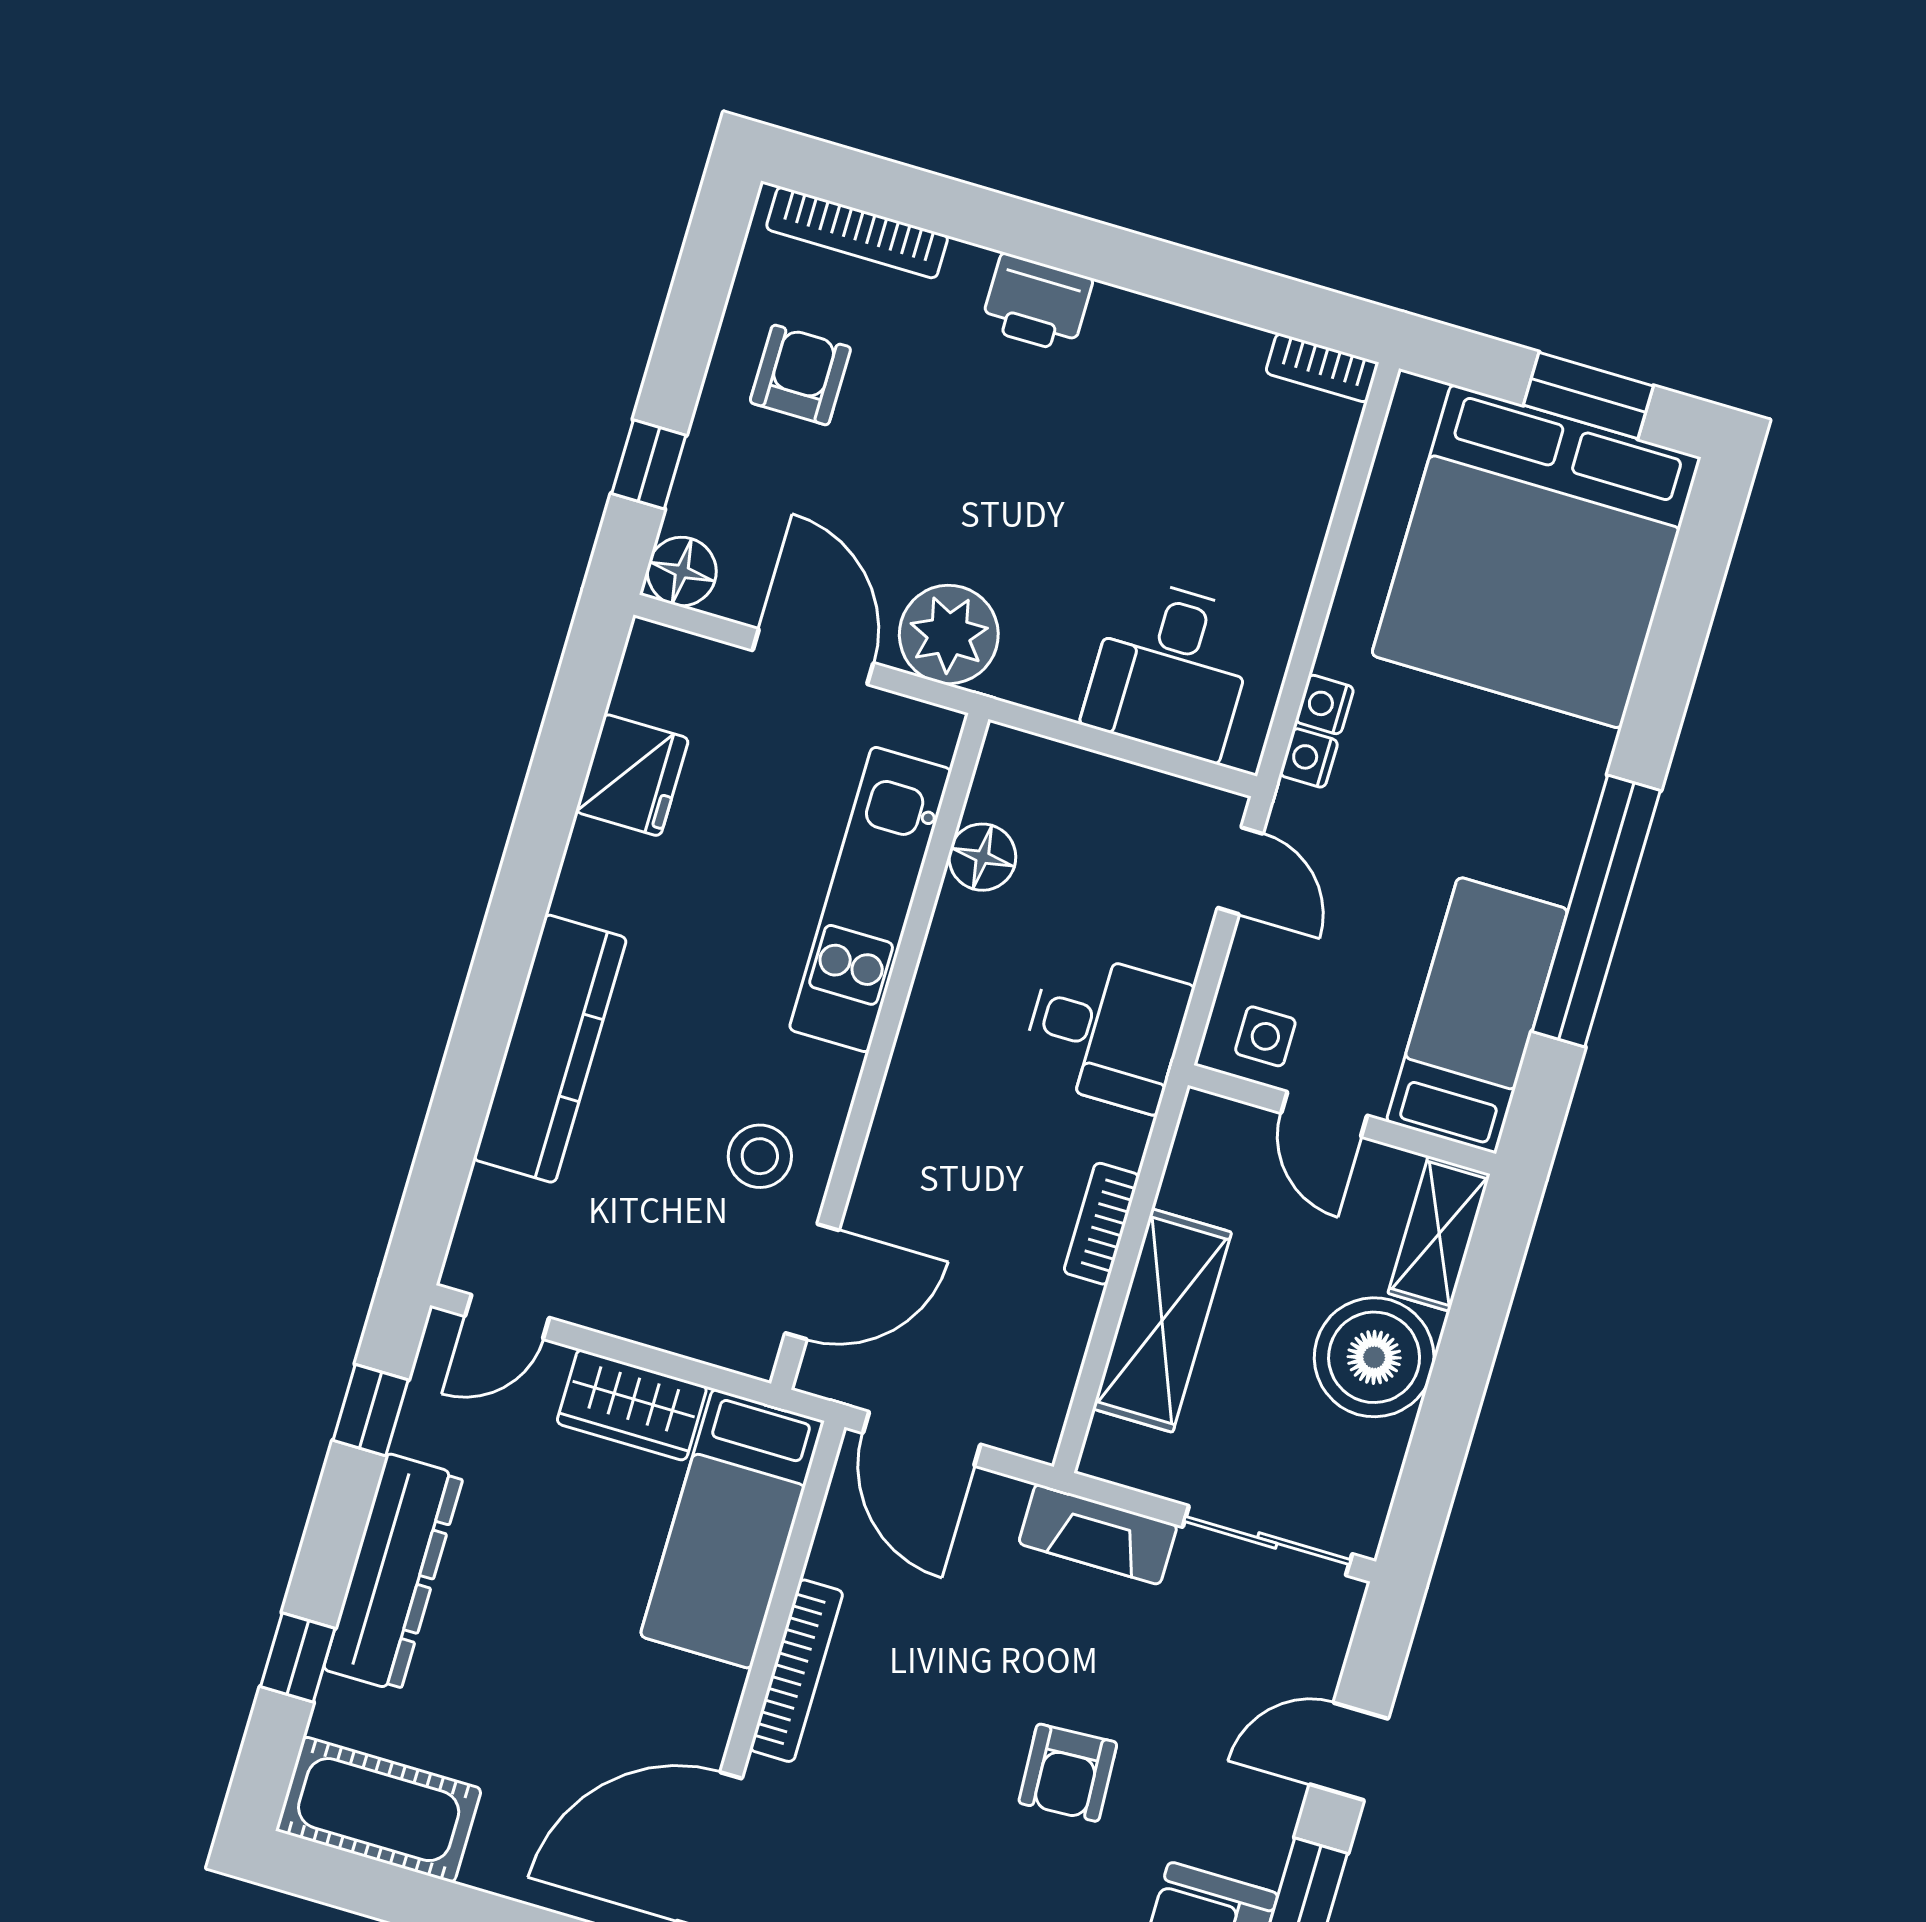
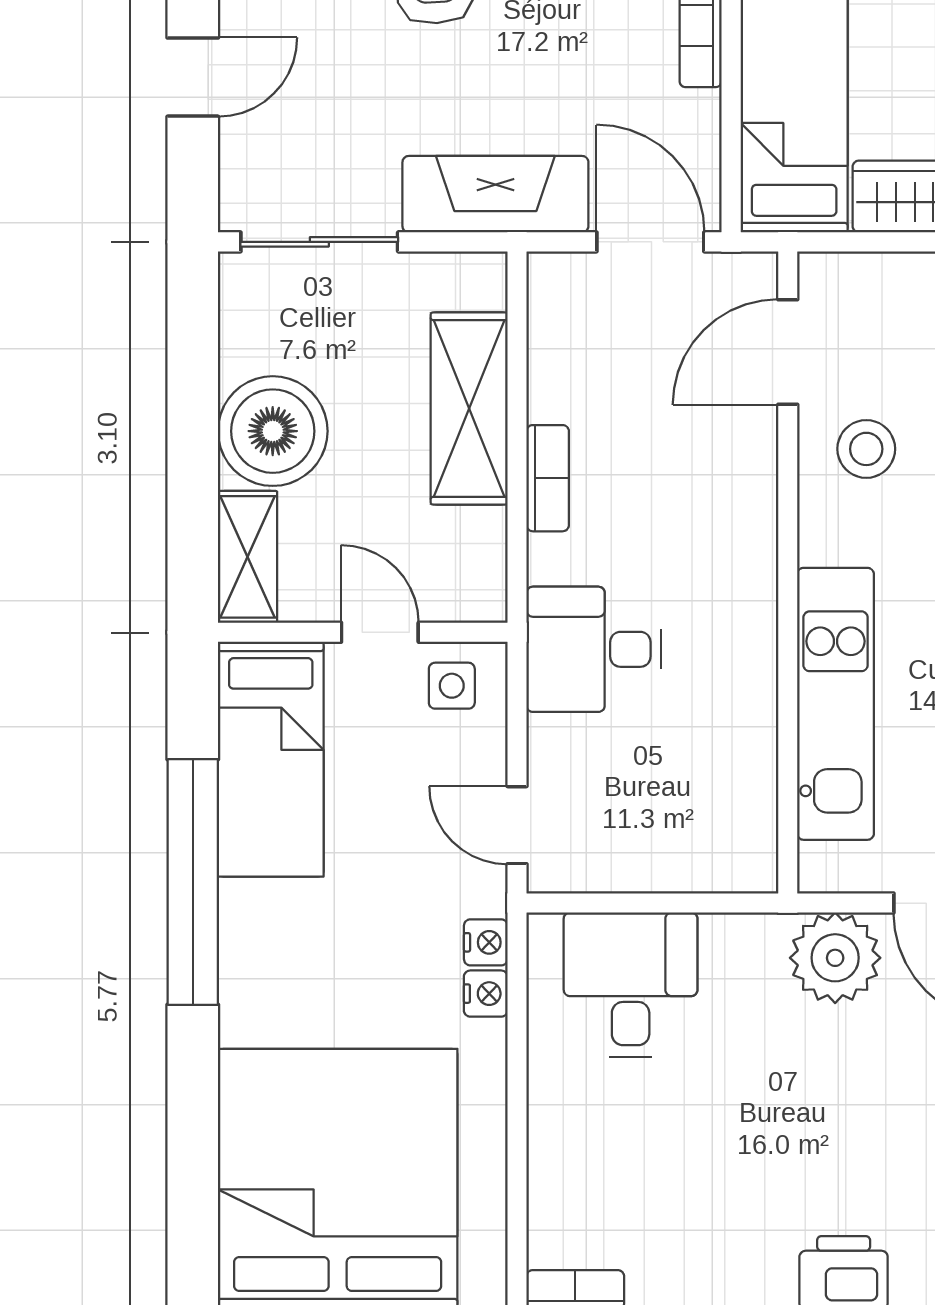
floor lamp: (982, 857) -> (748, 770), removed
fireplace: (1098, 1534) -> (495, 194), width x1.37, depth x1.32

